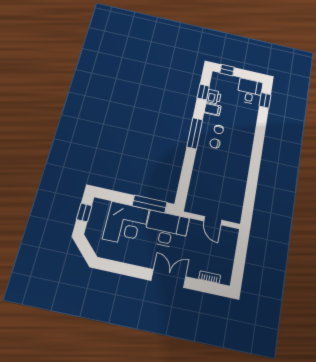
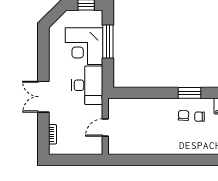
window: (195, 133) -> (190, 93), width x0.69
window: (150, 204) -> (108, 41), moved
double door: (168, 279) -> (43, 97), swing flipped

